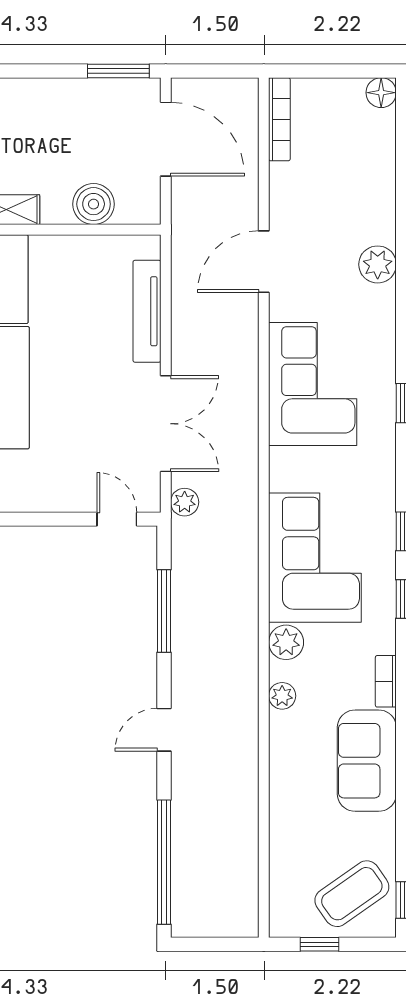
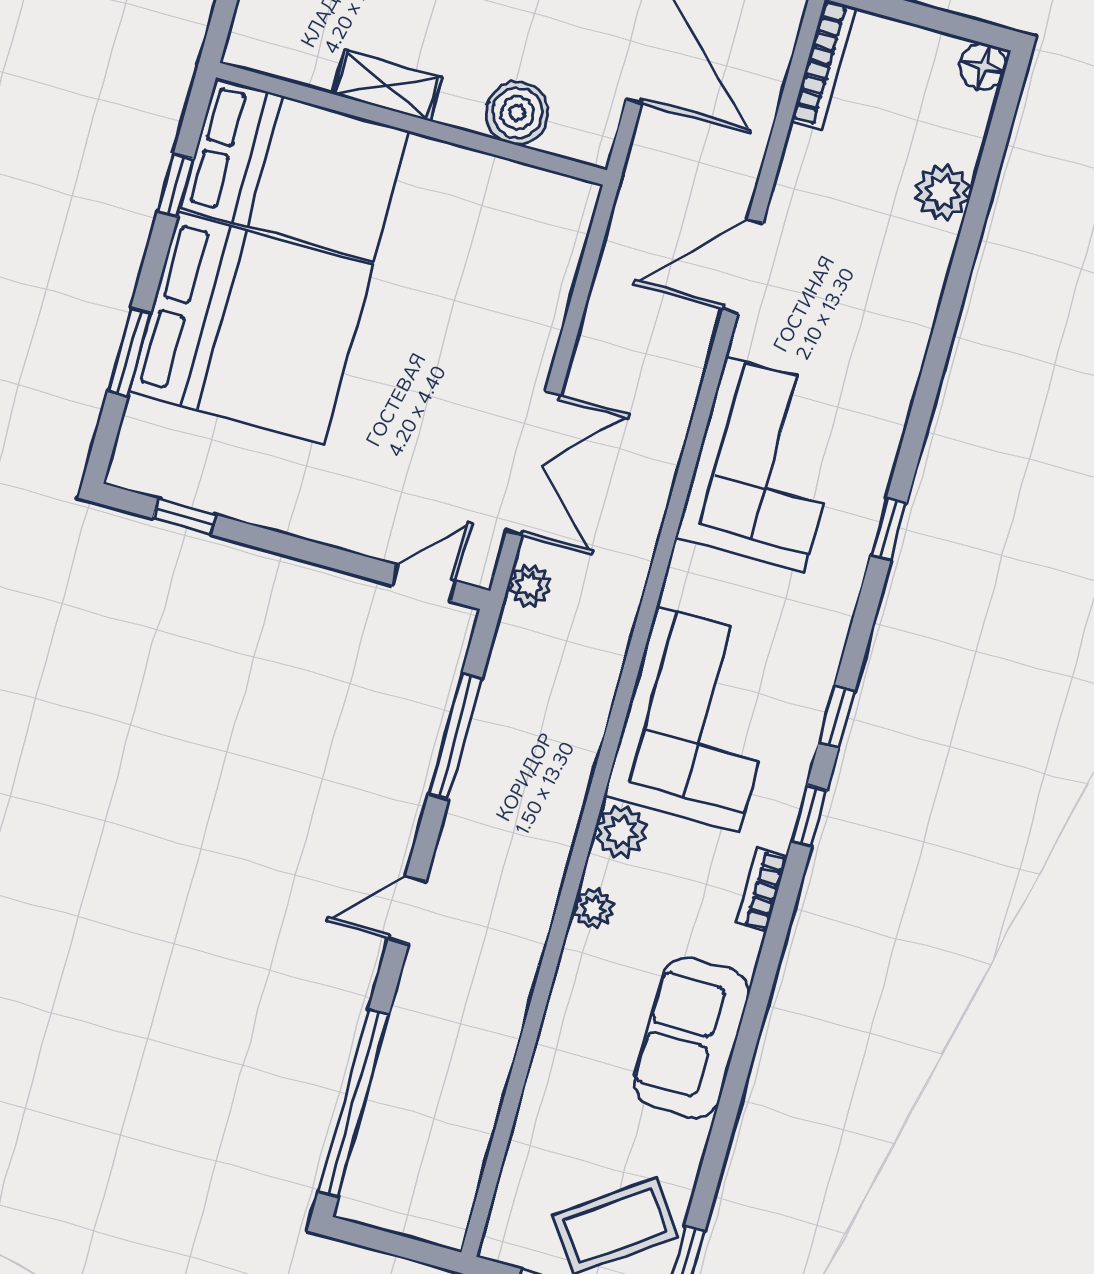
plant: (378, 264) -> (942, 192), moved
tv unit: (147, 311) -> (552, 291), removed
door: (117, 519) -> (424, 583), hinge flipped
bookcase: (386, 681) -> (762, 890), moved

